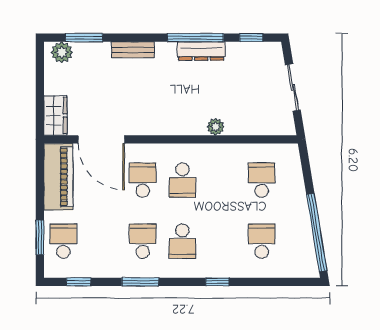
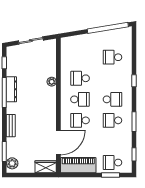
school desk: (262, 180) -> (80, 78), moved

